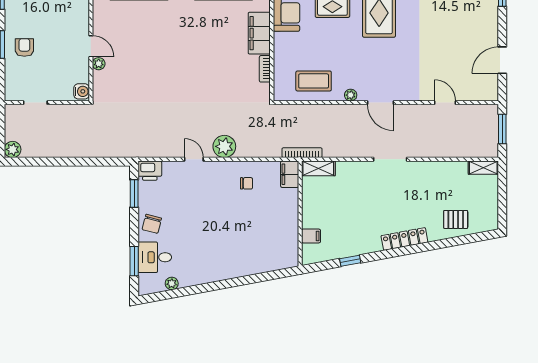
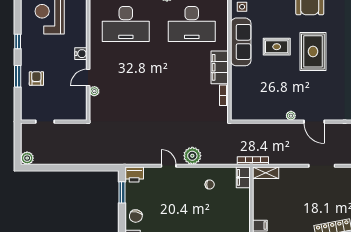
door: (91, 46) -> (88, 78), swing flipped
coffee table: (314, 81) -> (262, 105), removed
water cooler: (82, 91) -> (81, 54), moved

